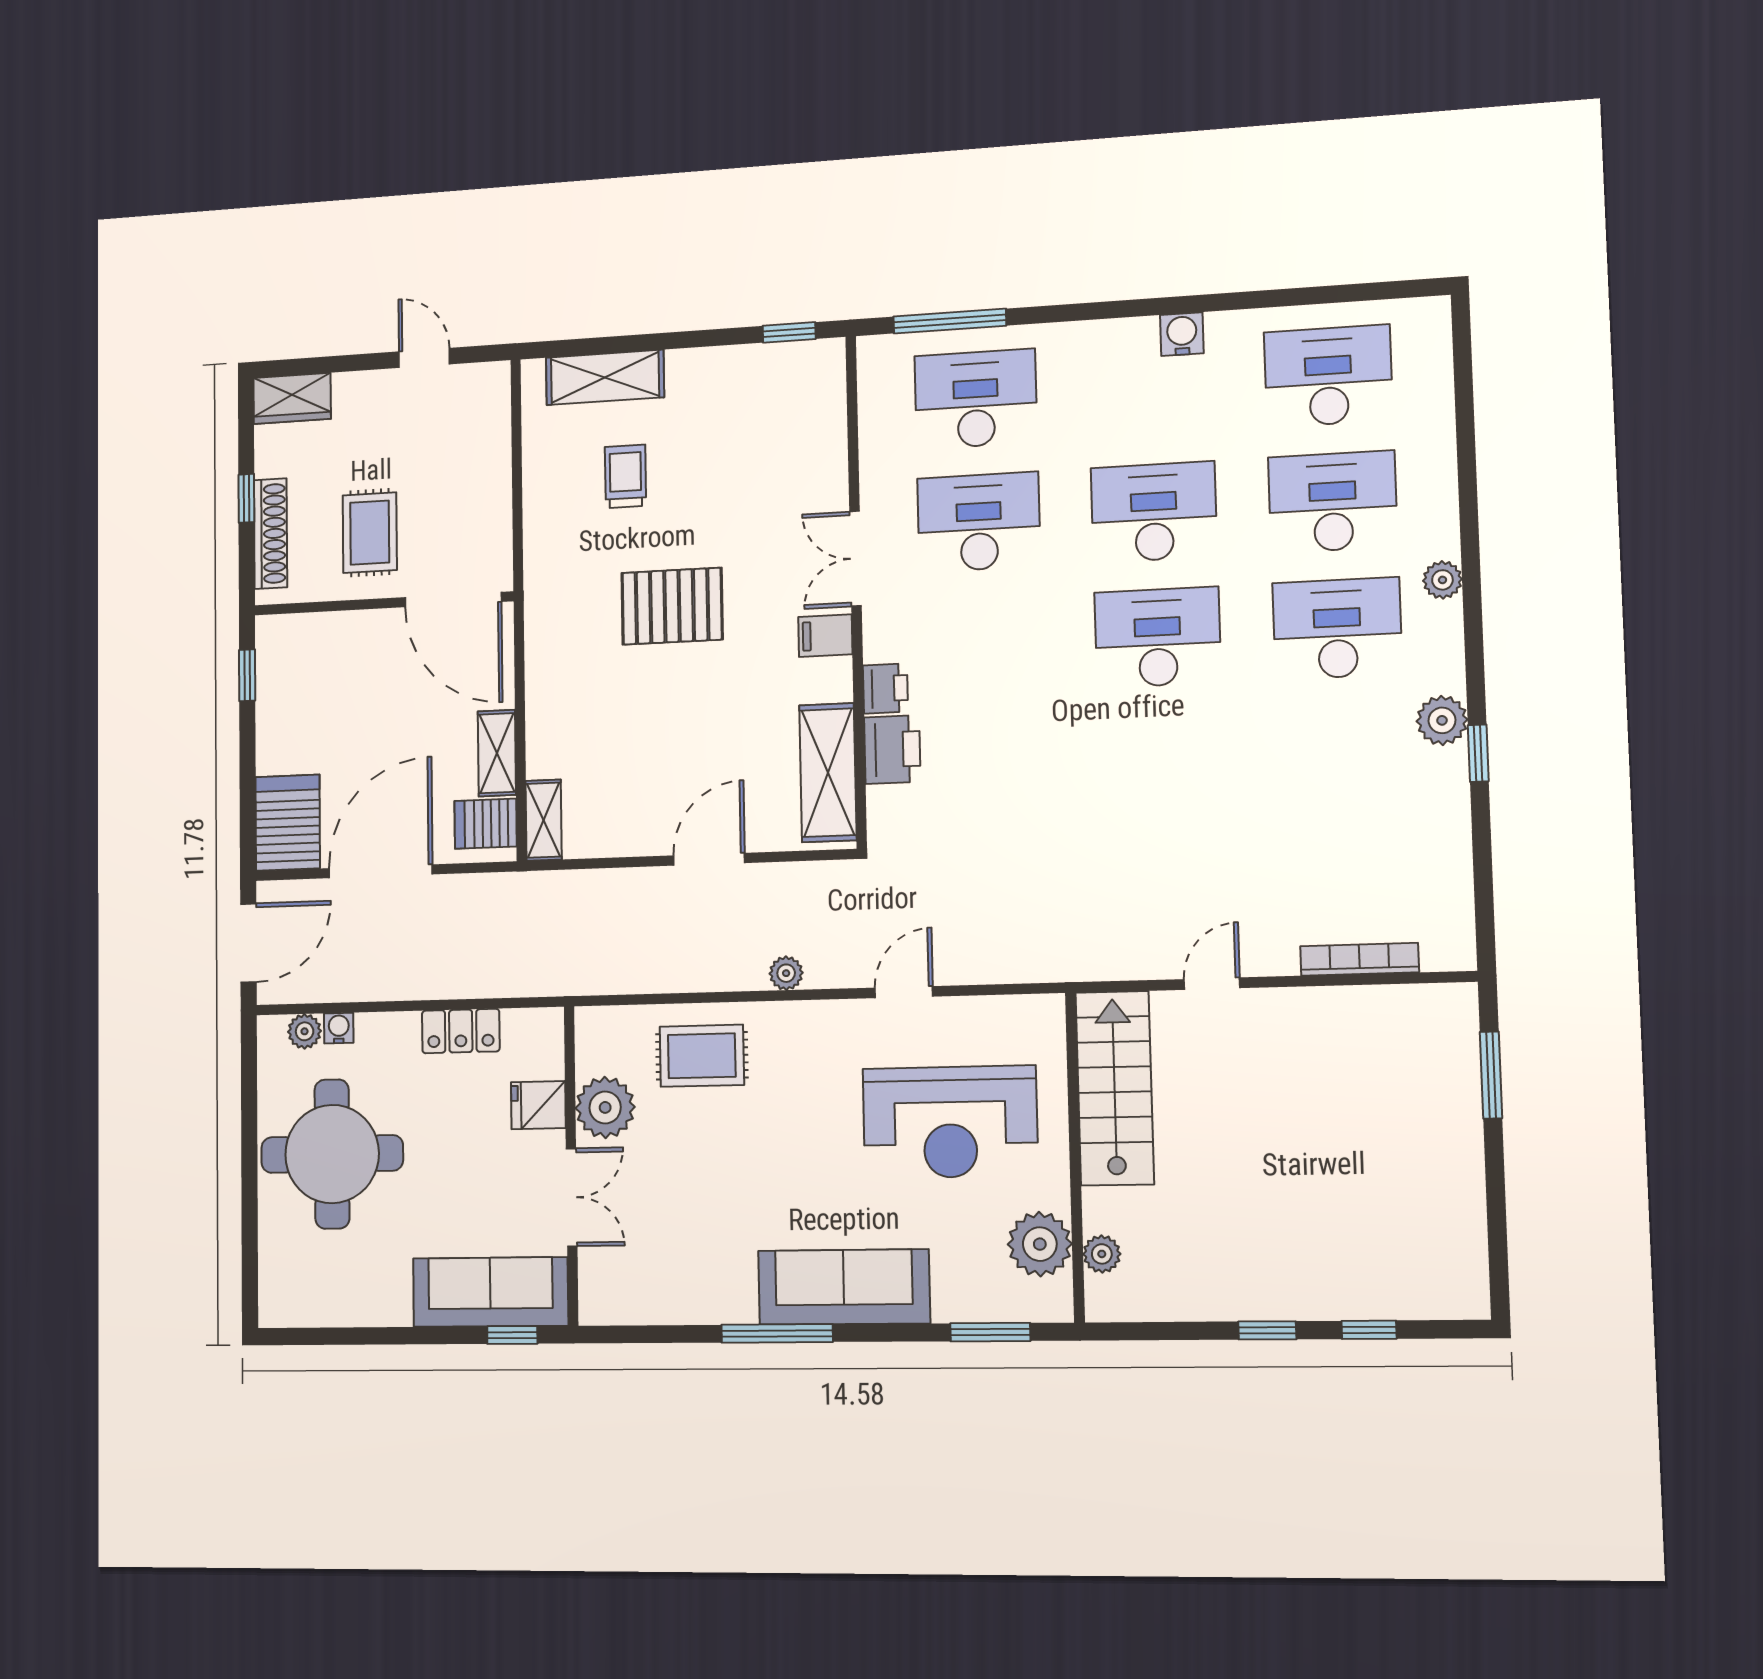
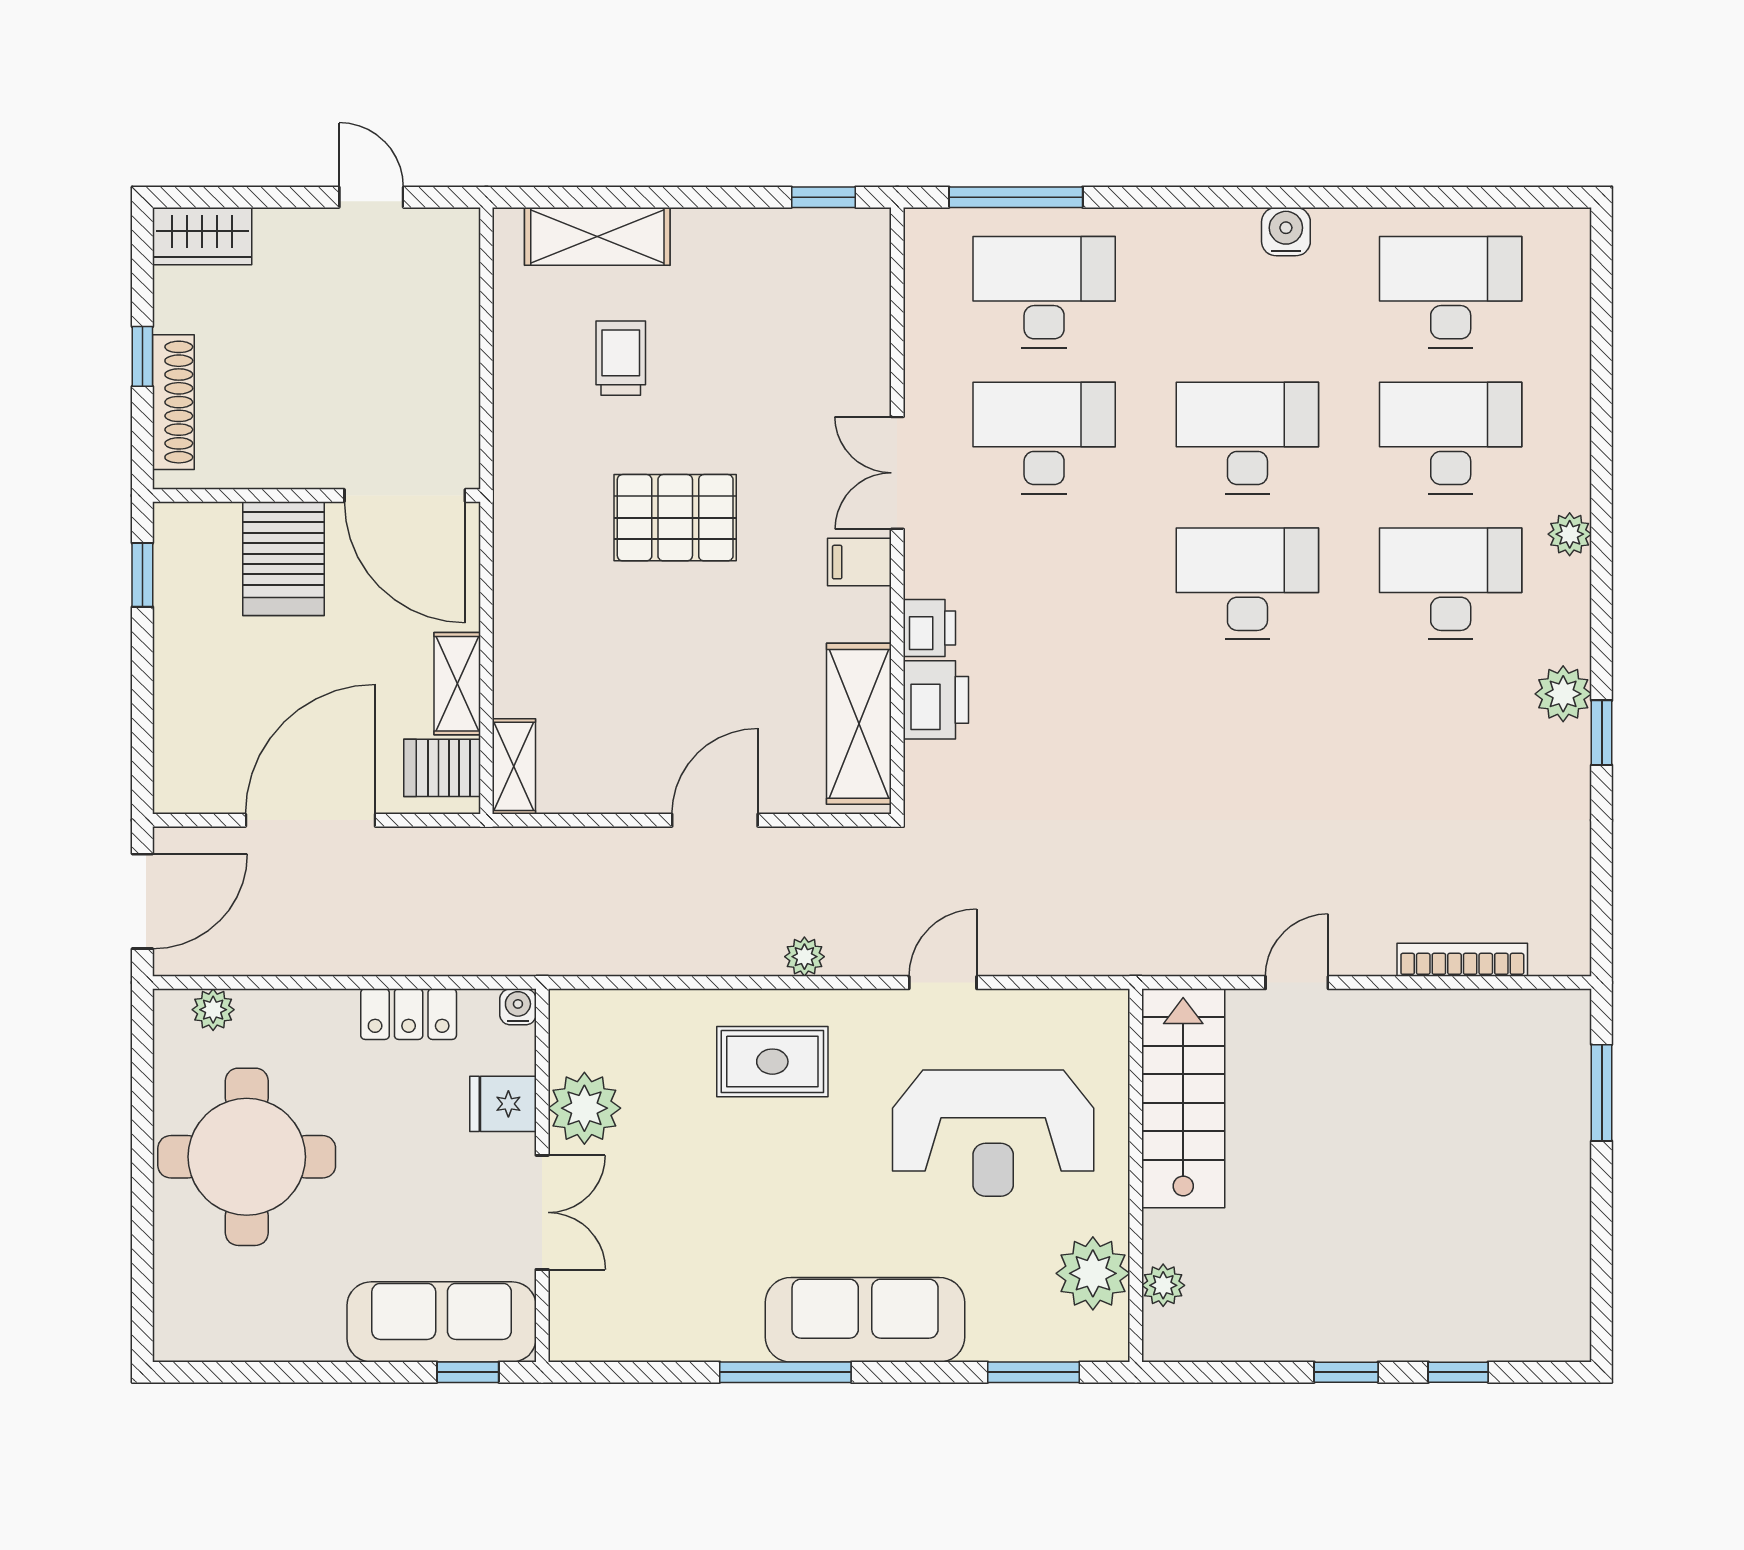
rug: (370, 533) -> (300, 408), removed
server rack: (288, 823) -> (284, 559), moved, turned 180
water cooler: (339, 1028) -> (518, 1007), moved
rug: (702, 1056) -> (772, 1062), moved

